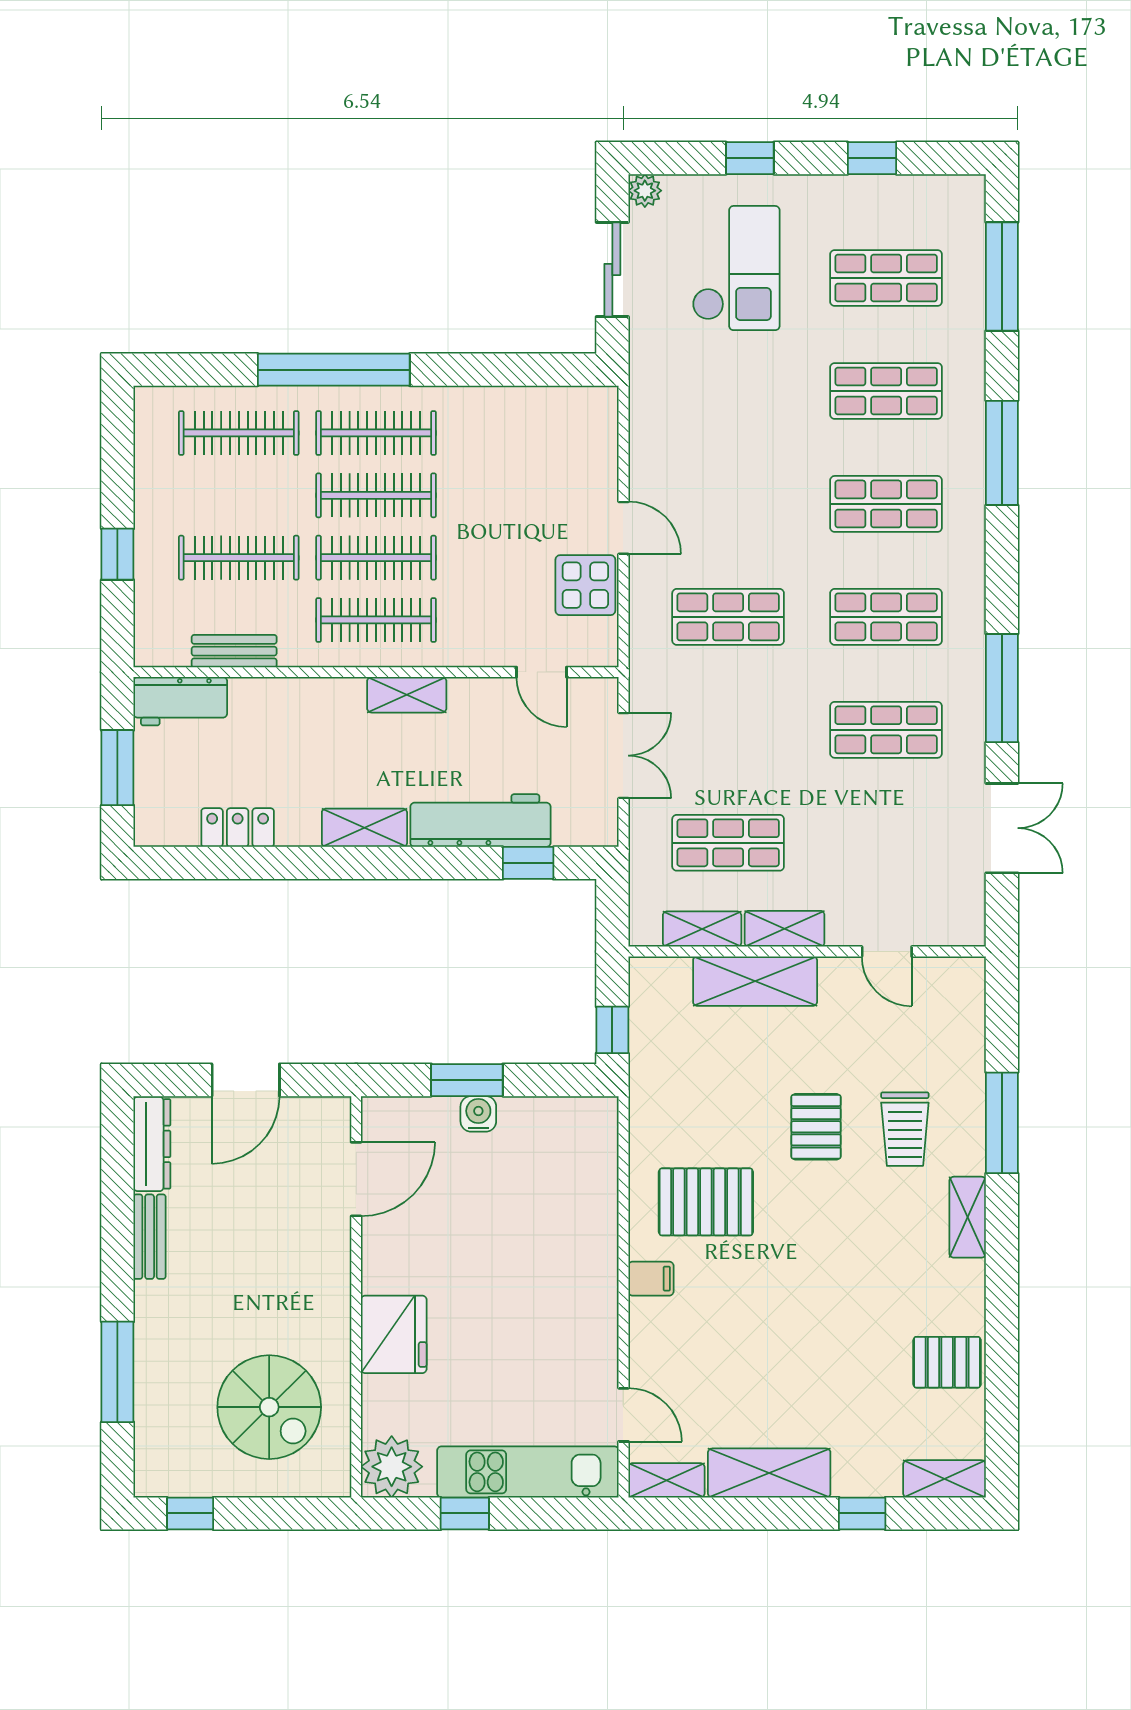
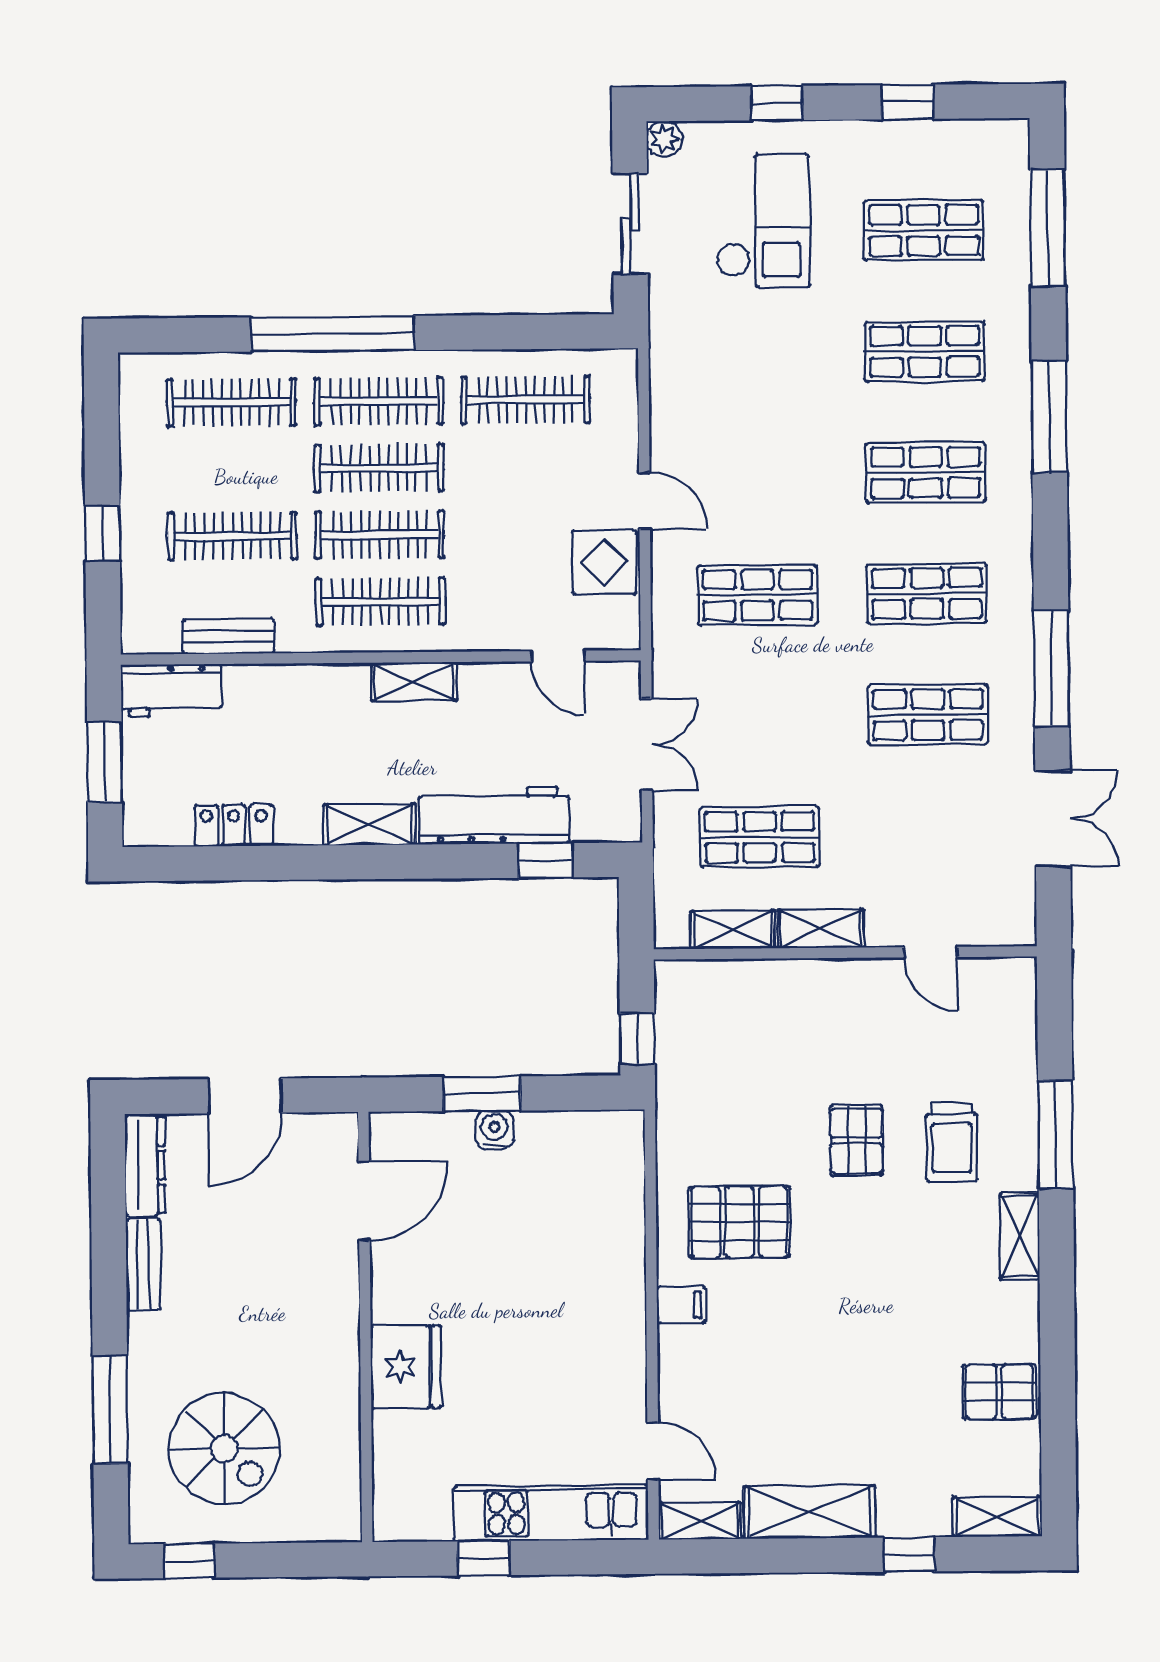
clothes rail: (513, 433) -> (526, 400), added
shelving: (755, 981) -> (790, 985), removed
spiral stairs: (269, 1407) -> (224, 1449), moved
plant: (392, 1467) -> (405, 1509), removed

